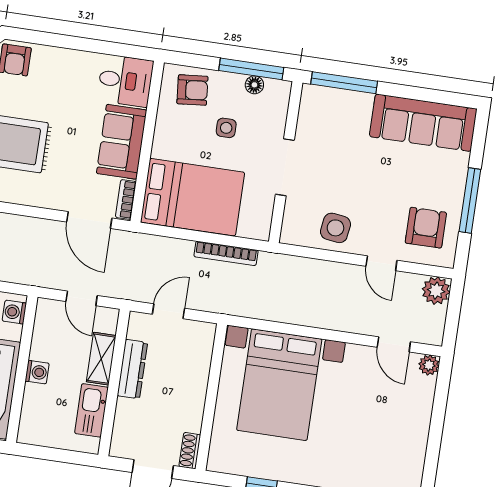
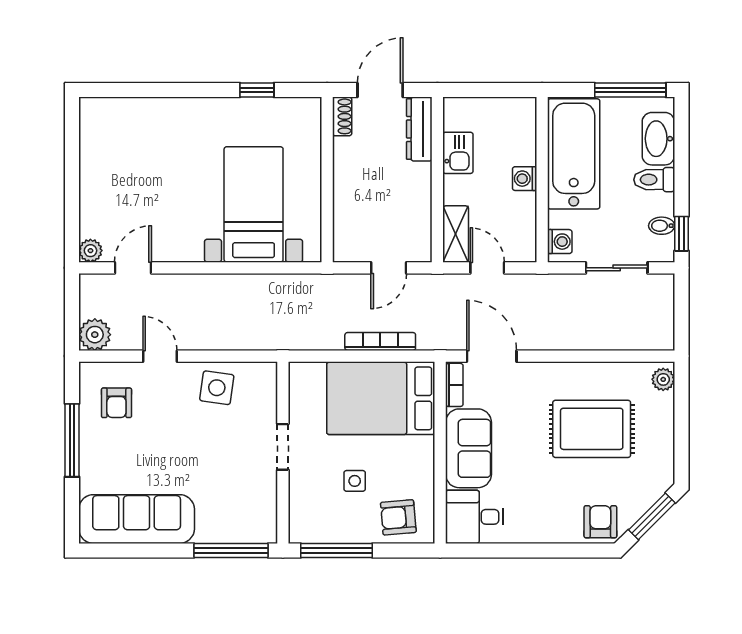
floor lamp: (254, 85) -> (330, 533), removed
doorway: (285, 167) -> (283, 447), width x0.73
armchair: (426, 228) -> (116, 403), width x0.72, depth x0.72
bookcase: (226, 253) -> (380, 341), moved
door: (394, 344) -> (133, 268), hinge flipped
shelving: (101, 359) -> (456, 234), moved
dresser: (132, 369) -> (419, 129), moved
bed with nightstands: (279, 385) -> (254, 204), width x0.73
kitchen sink: (91, 410) -> (458, 153), width x0.73

